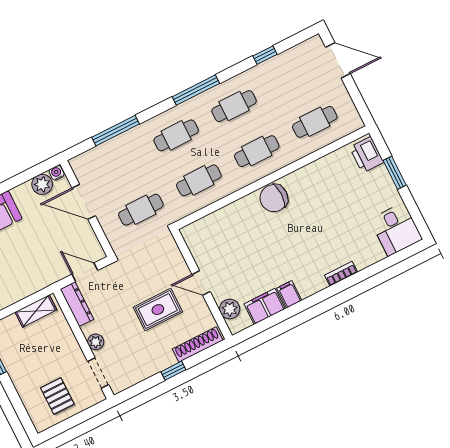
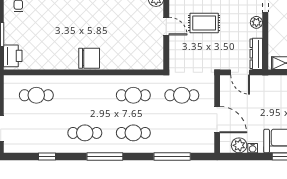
cafe table: (257, 151) -> (85, 95), removed
water cooler: (57, 173) -> (253, 148), moved

